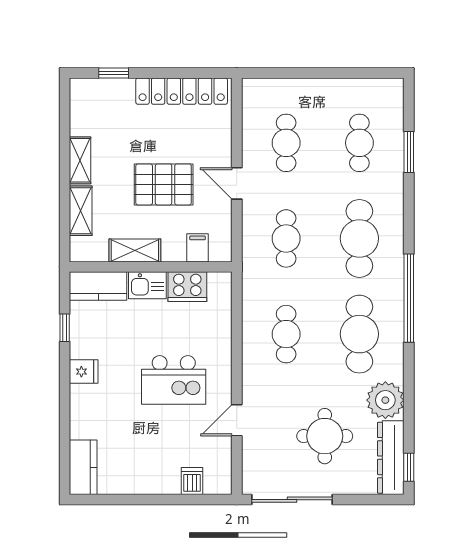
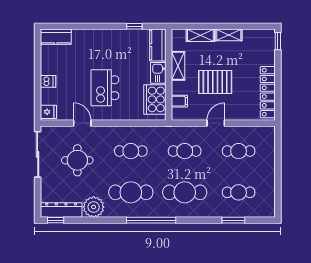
window: (114, 73) -> (278, 41), moved
pallet: (164, 184) -> (215, 82), turned 90
cooker: (187, 287) -> (155, 99), width x1.37, depth x1.31
fridge: (84, 372) -> (48, 112), moved, turned -90
round table: (325, 436) -> (77, 160), moved
dishwasher: (192, 481) -> (48, 81), moved

